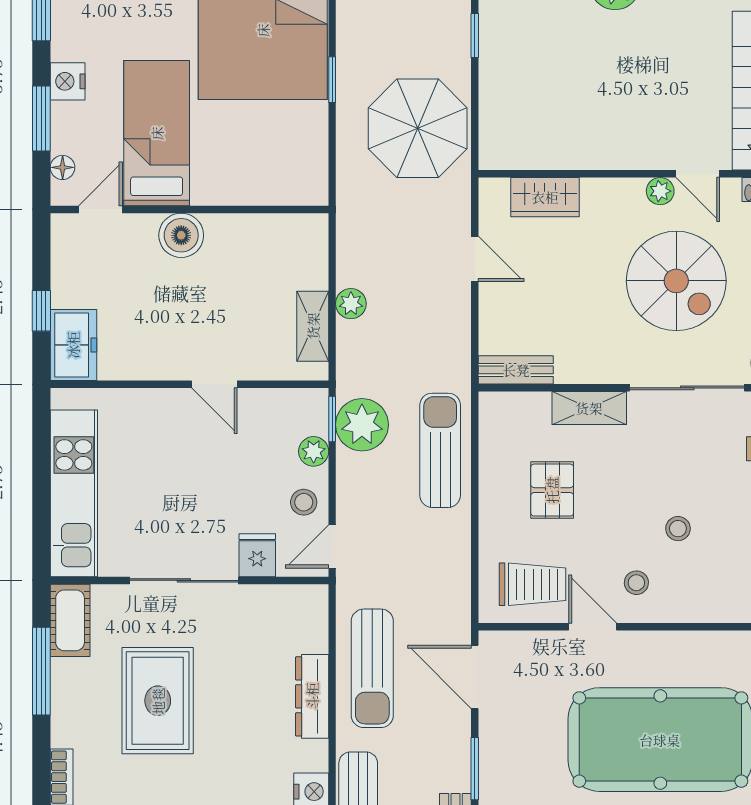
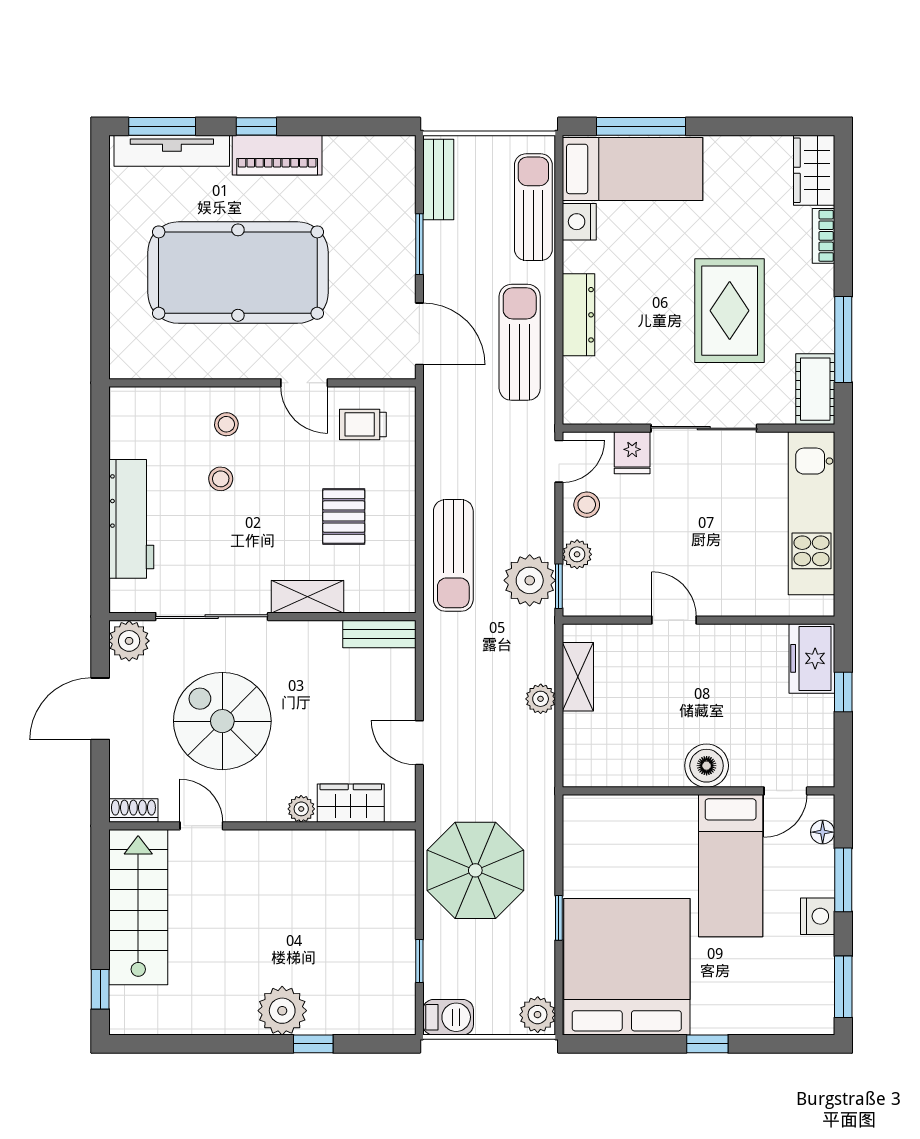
plant: (660, 191) -> (301, 809), moved
stool: (636, 583) -> (226, 424), moved
trolley: (533, 584) -> (363, 424), width x0.73, depth x0.72

